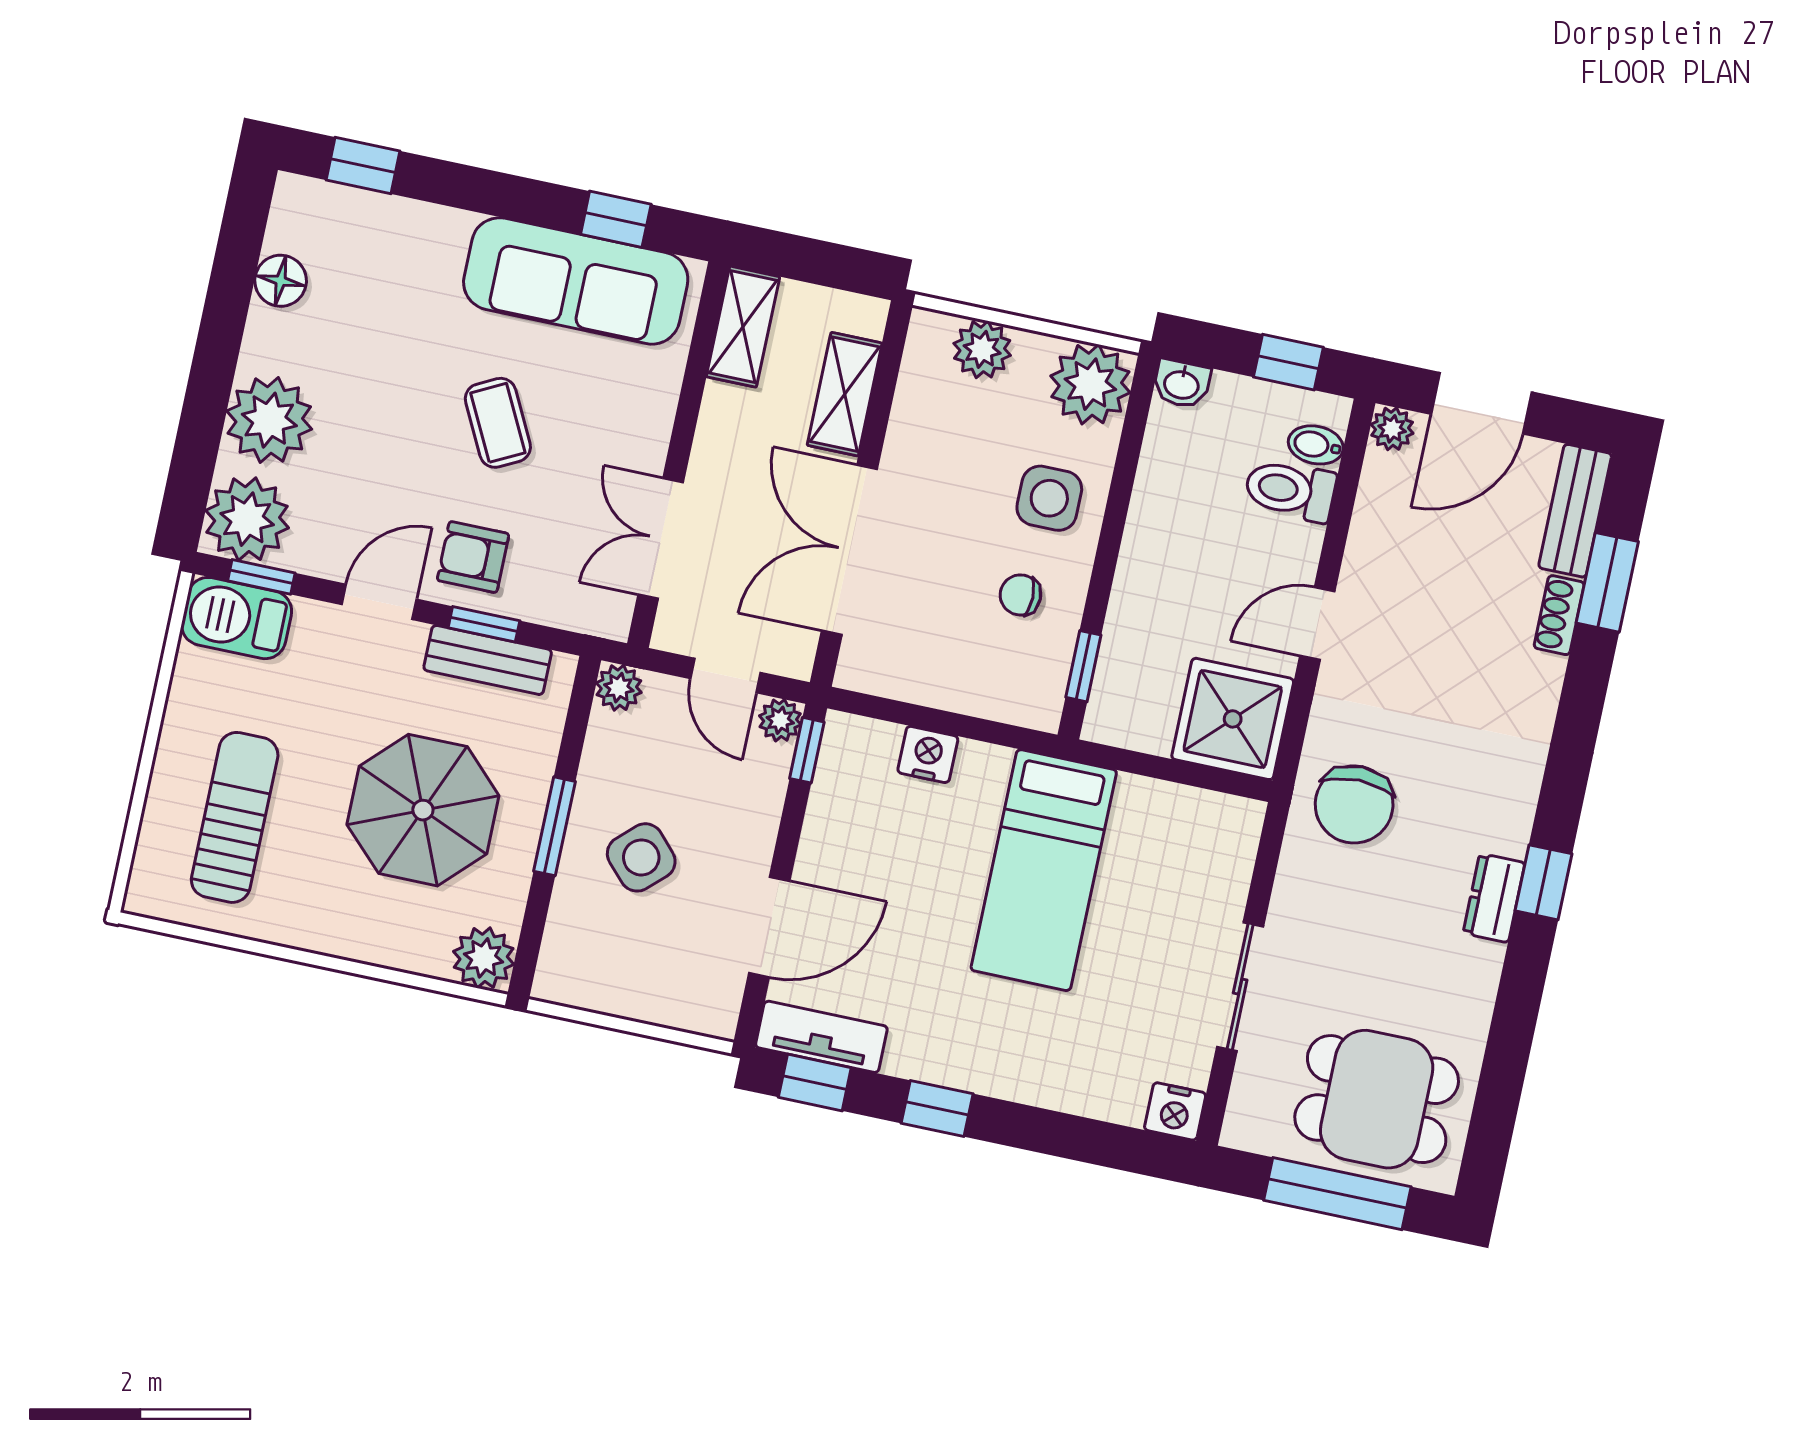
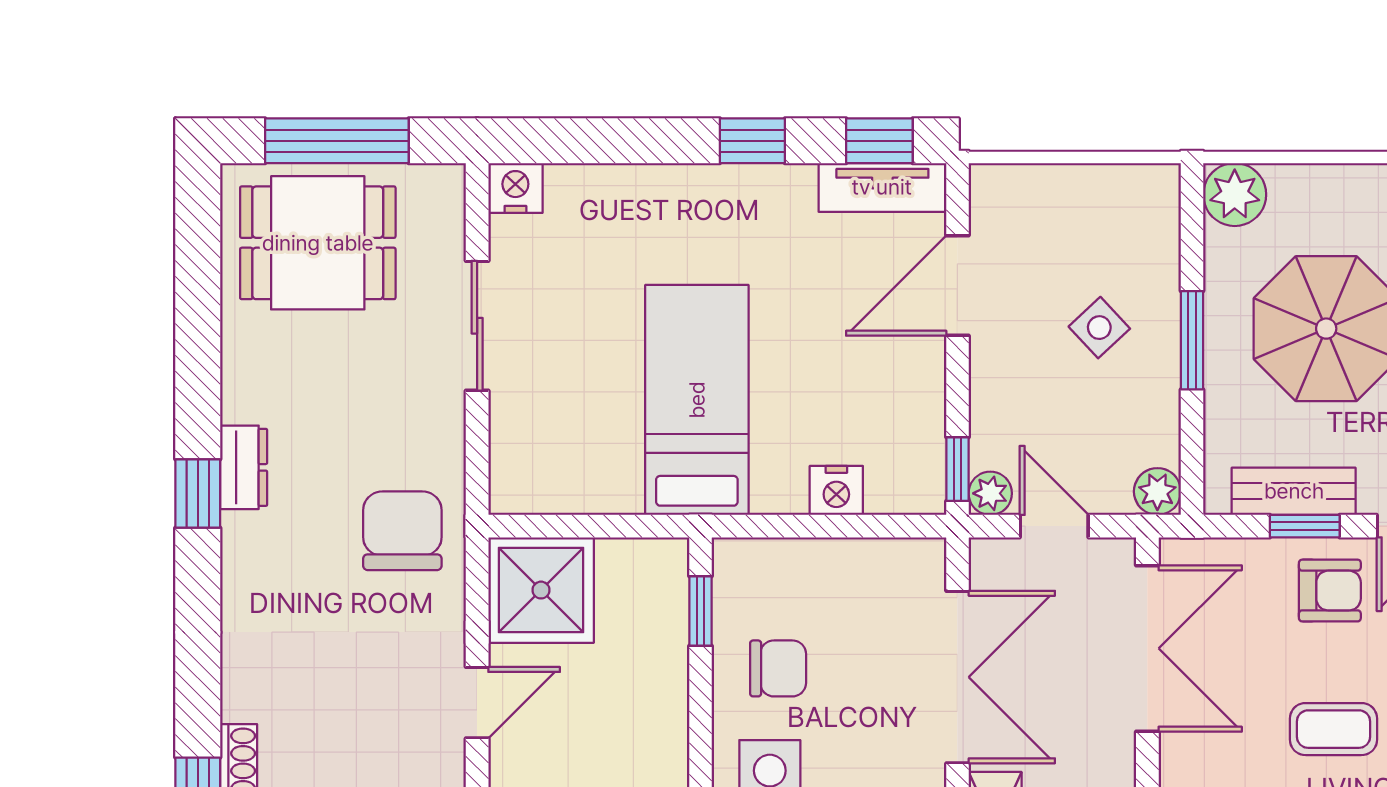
coffee table: (498, 423) -> (1333, 729), turned -63
double door: (661, 539) -> (1147, 648), width x1.37
chair: (1020, 595) -> (778, 668), width x1.37, depth x1.37
side table: (641, 857) -> (1099, 328), width x0.73, depth x0.73

